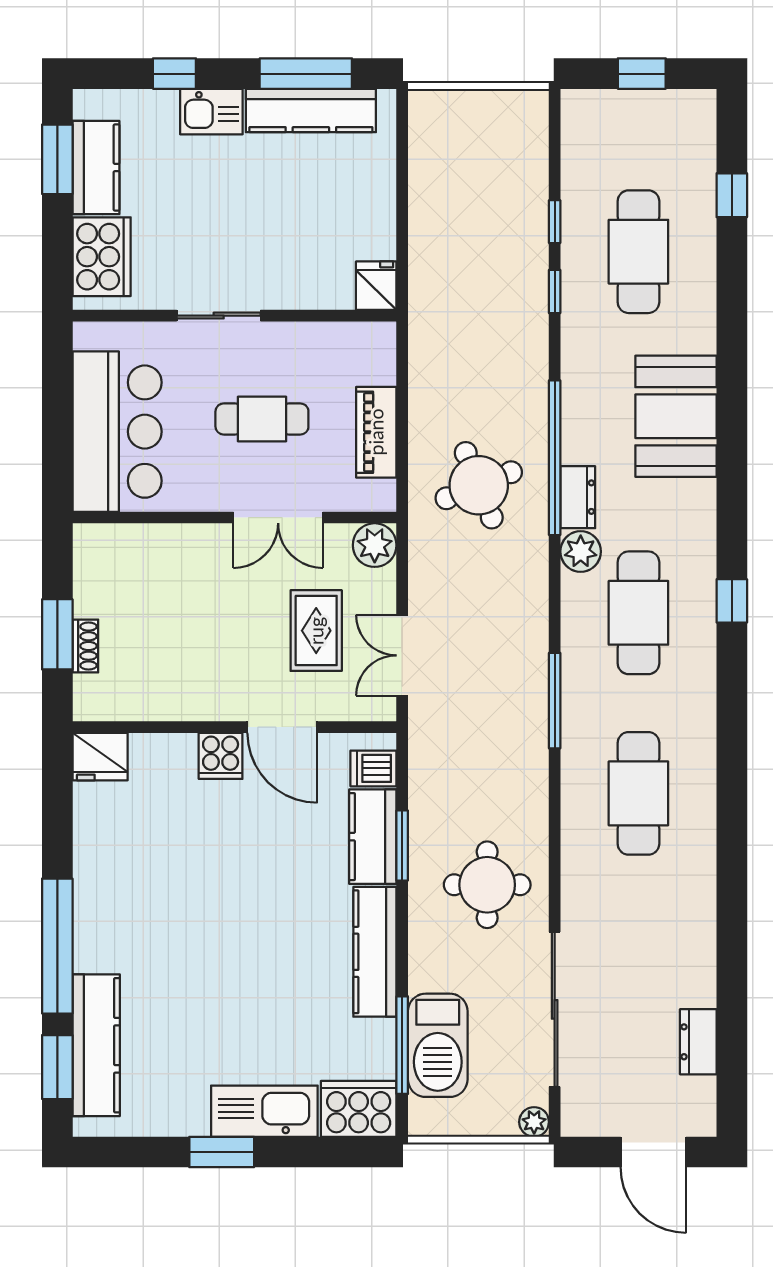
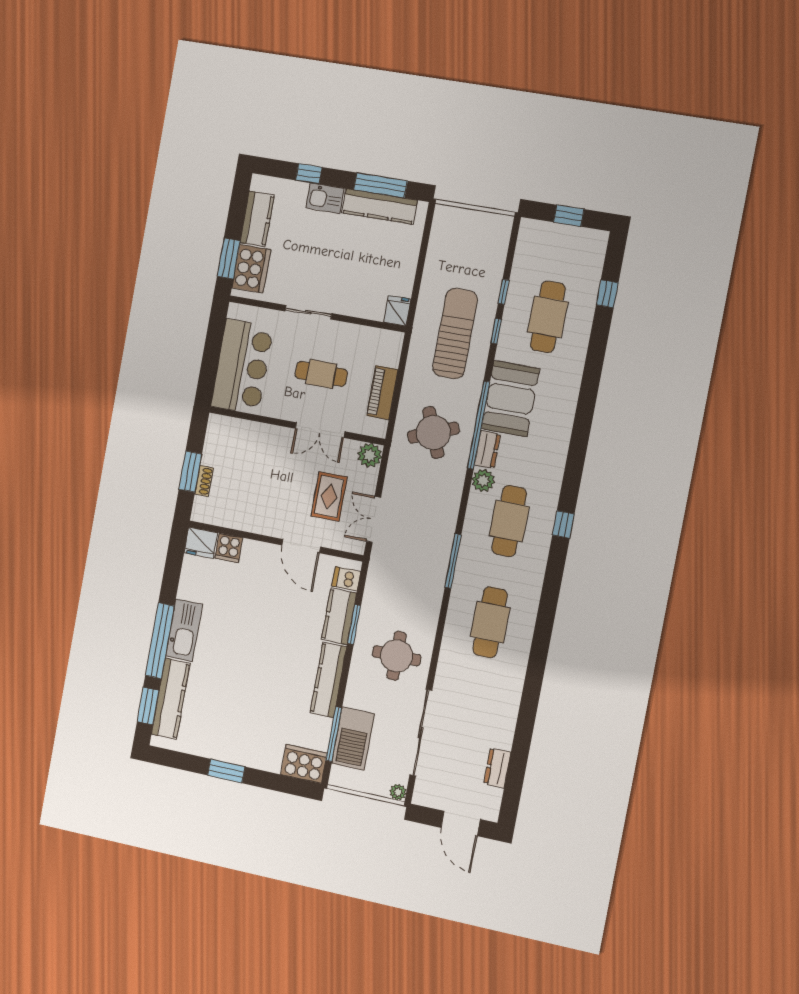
window: (57, 159) -> (229, 259), moved
sun lounger: (484, 308) -> (455, 334), added
booth: (676, 416) -> (510, 399), moved
cooker: (221, 756) -> (229, 548), moved
kitchen sink: (264, 1111) -> (184, 630), moved, turned 90

